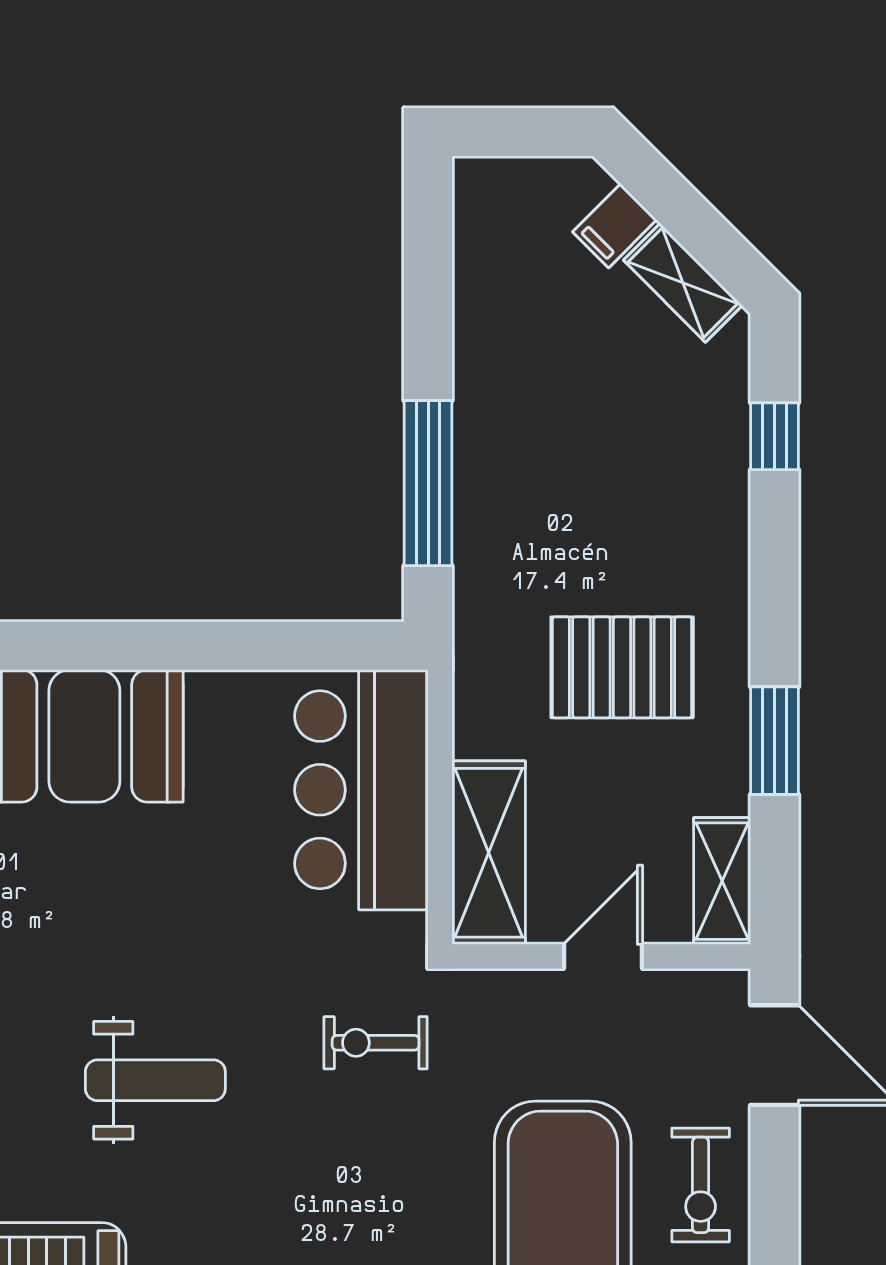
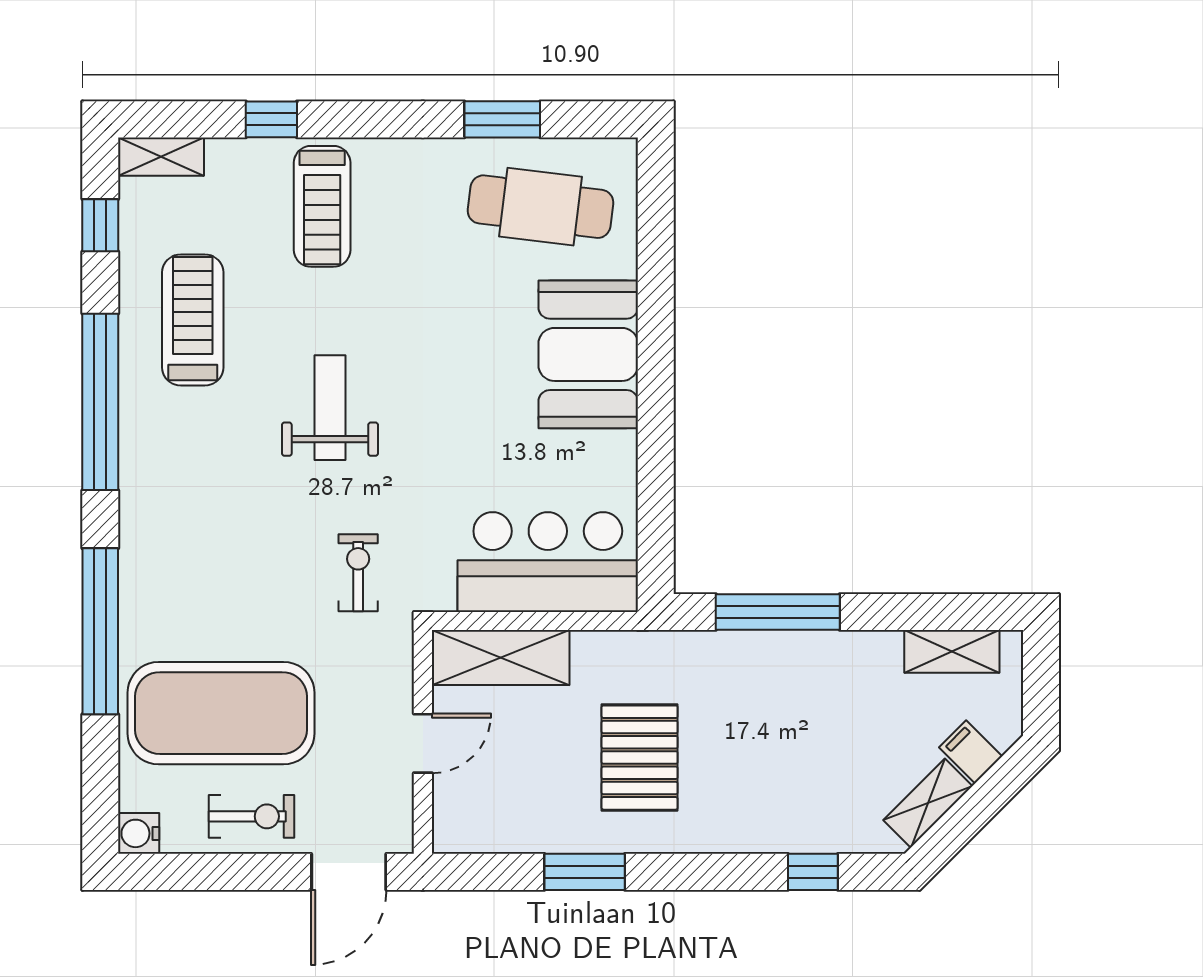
shelving: (722, 881) -> (952, 651), moved
door: (603, 956) -> (423, 743), hinge flipped
weight bench: (155, 1080) -> (330, 408), turned 180
exercise bike: (701, 1185) -> (251, 816), turned 180

